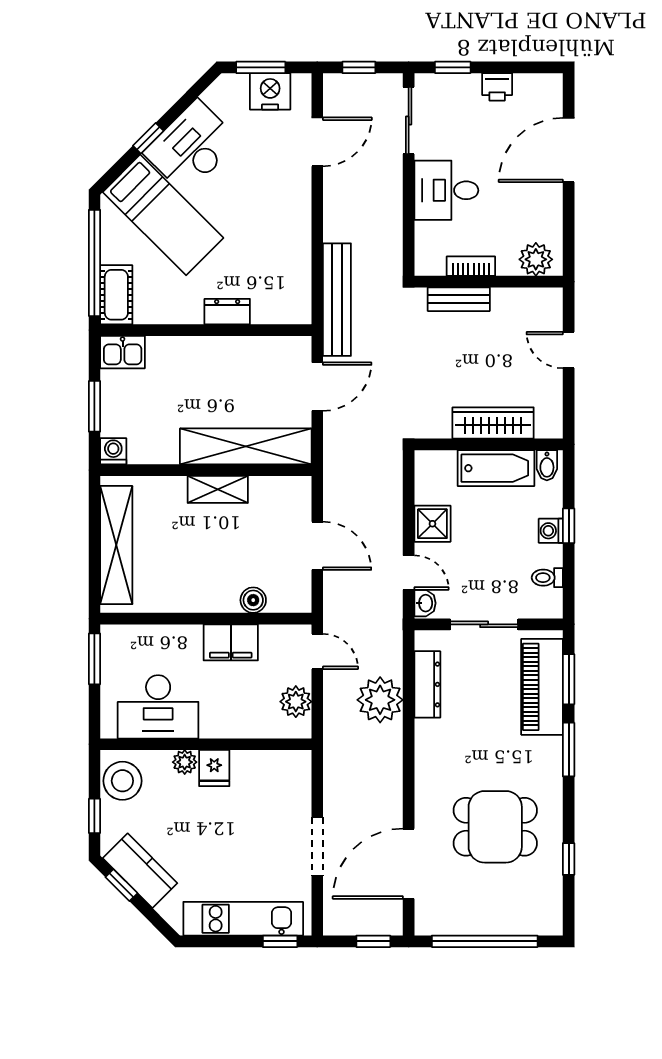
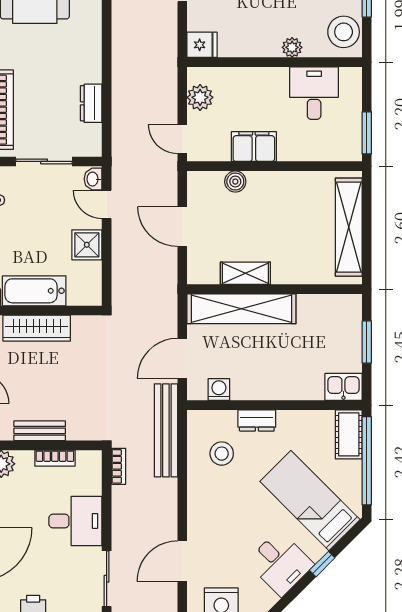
desk: (191, 147) -> (280, 563), width x0.73
bookcase: (394, 256) -> (119, 466), added
stool: (270, 272) -> (222, 454), added
bench: (459, 299) -> (40, 431), moved
washing machine: (113, 451) -> (219, 390), moved, turned 180
shelving: (218, 489) -> (245, 273), moved
dresser: (427, 684) -> (91, 103), width x0.70
plant: (380, 700) -> (130, 99), removed
desk: (158, 707) -> (314, 93), width x0.73
fridge: (214, 768) -> (202, 45), moved, turned 90

